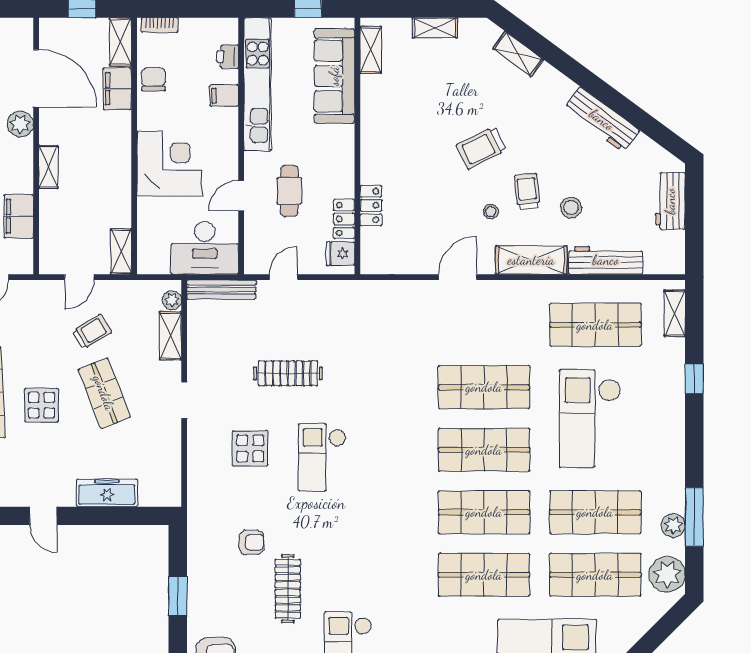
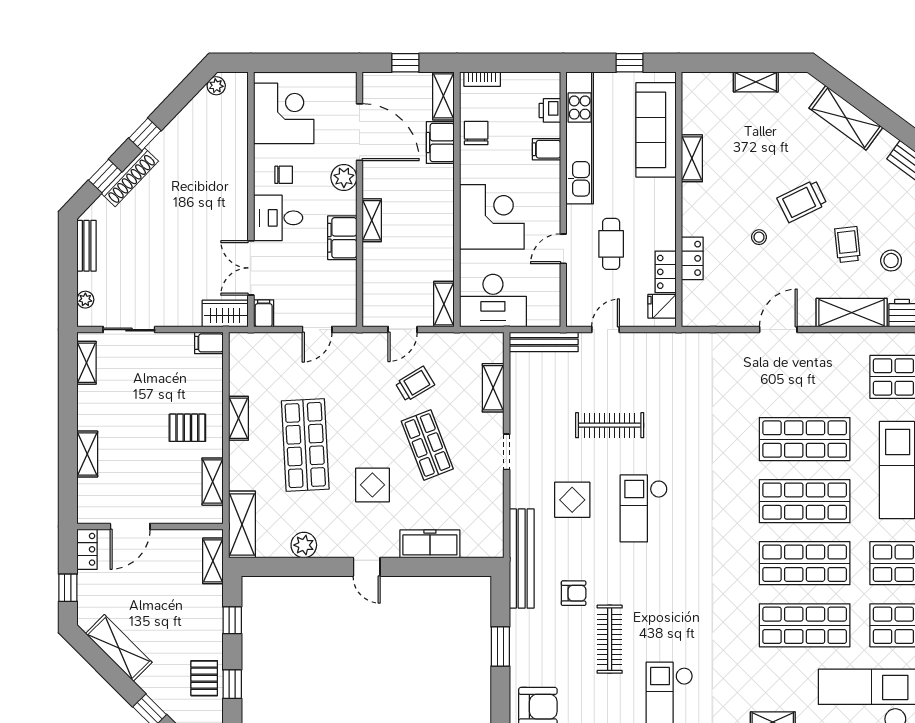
shelving: (371, 50) -> (692, 158), moved
shelving: (518, 54) -> (846, 118), width x1.50, depth x1.33
stool: (491, 212) -> (759, 237), moved
filing cabinet: (19, 216) -> (342, 238), moved
desk: (205, 248) -> (493, 301), moved
plant: (172, 300) -> (494, 352), removed
display table: (41, 405) -> (372, 485), moved
bench: (199, 508) -> (522, 559), added

